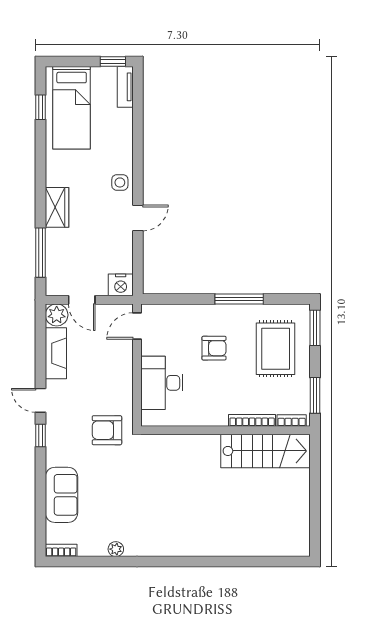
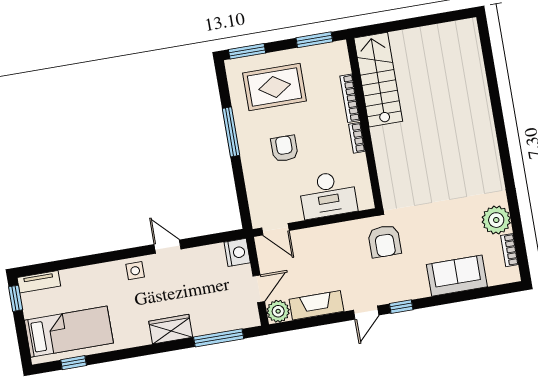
bookcase: (292, 421) -> (357, 138), moved
plant: (116, 549) -> (496, 220), width x1.87, depth x1.87
bookcase: (61, 550) -> (510, 250), moved

